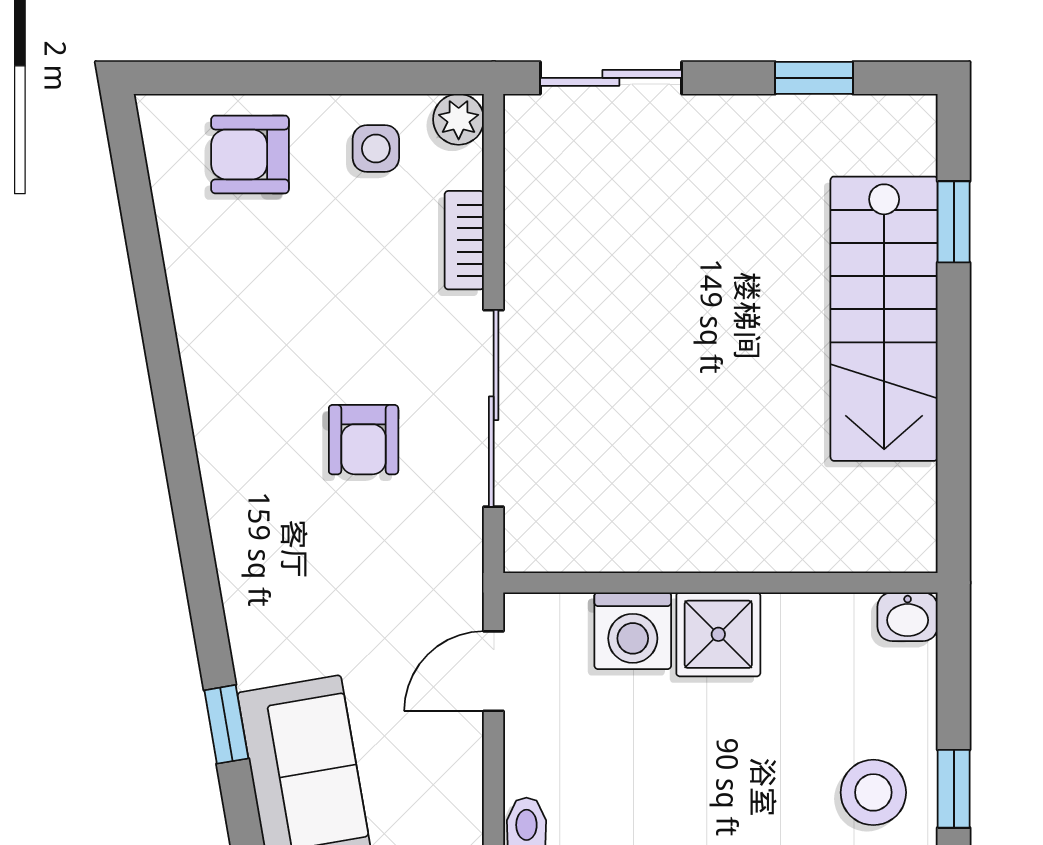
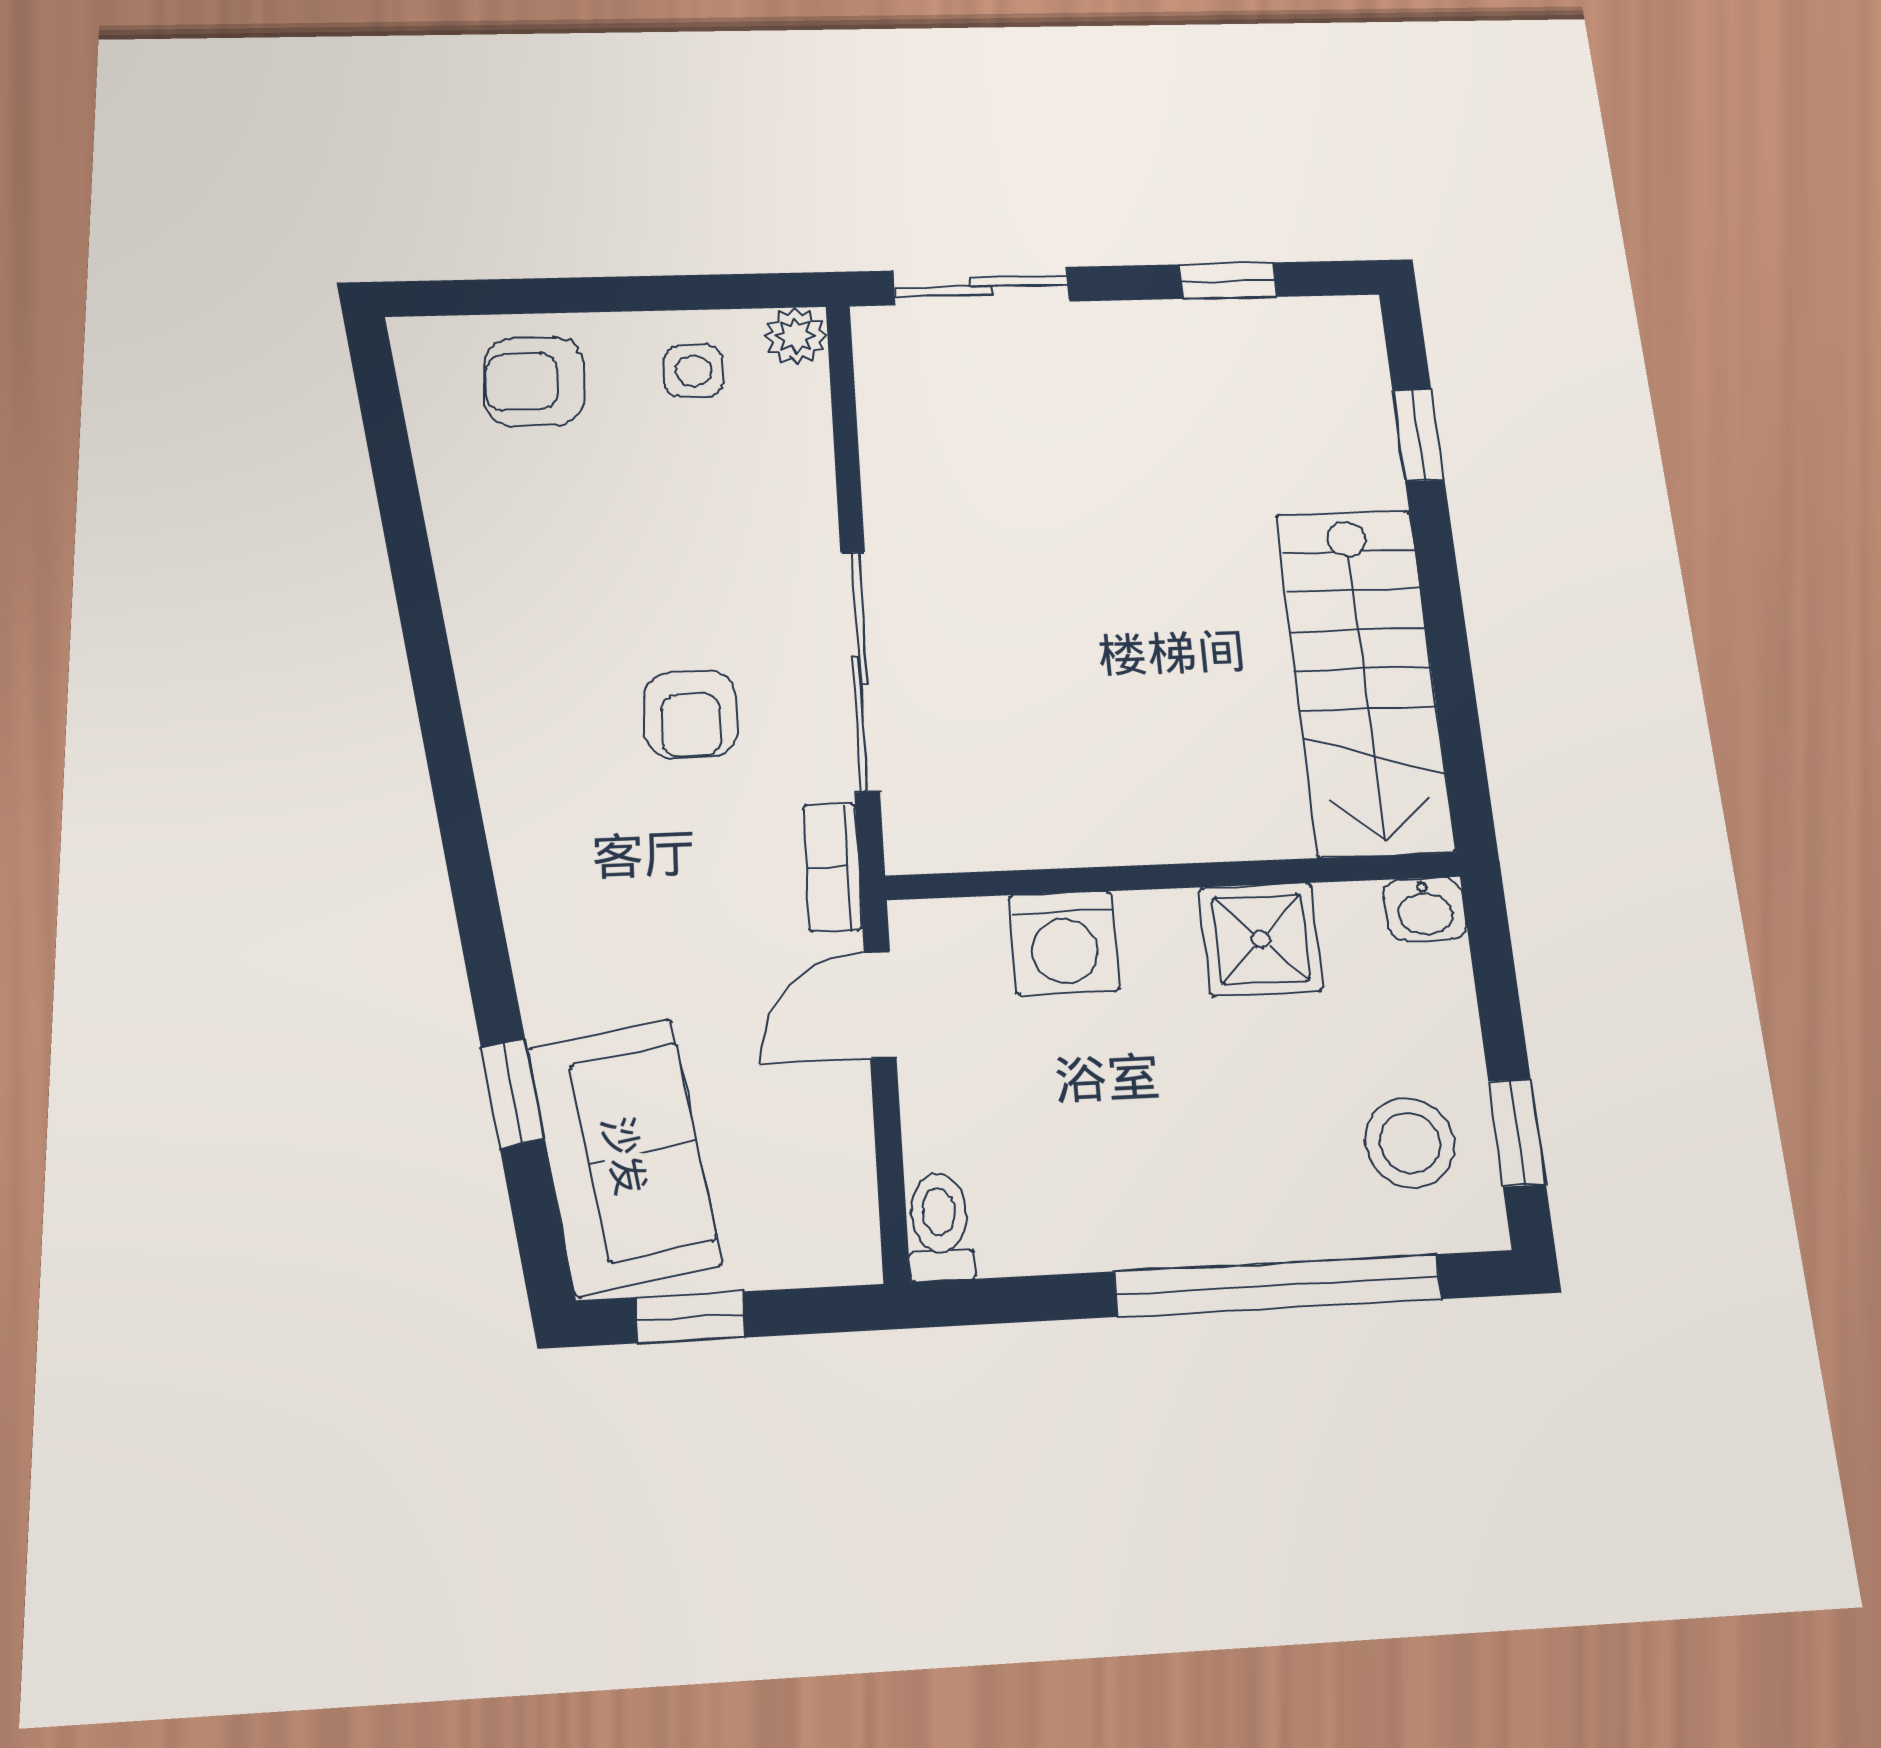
bookcase: (464, 240) -> (832, 867), moved
stairs: (884, 319) -> (1365, 680), moved
shower: (718, 634) -> (1261, 939), moved

